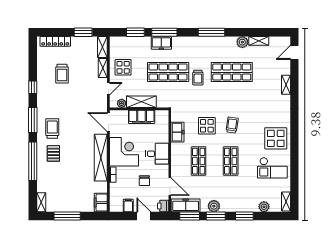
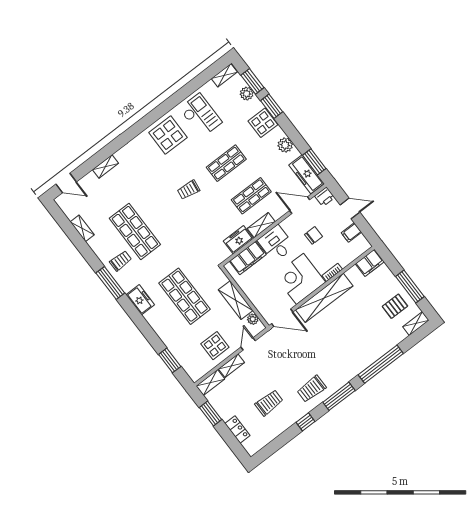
window: (164, 32) -> (147, 331), removed
locker: (55, 41) -> (237, 430), width x0.66
plant: (242, 42) -> (96, 244), removed
freezer: (161, 43) -> (140, 300), moved
trolley: (198, 78) -> (120, 261), moved
door: (108, 89) -> (248, 344), hinge flipped
filing cabinet: (142, 117) -> (248, 258), moved, turned 90
door: (108, 122) -> (282, 318), hinge flipped
display table: (207, 126) -> (263, 123), moved
trolley: (52, 128) -> (312, 389), moved
pallet: (53, 153) -> (395, 306), moved
shelving: (176, 153) -> (261, 225), added
door: (170, 186) -> (300, 205), hinge flipped
door: (144, 216) -> (350, 208), swing flipped
window: (216, 216) -> (252, 81), moved

